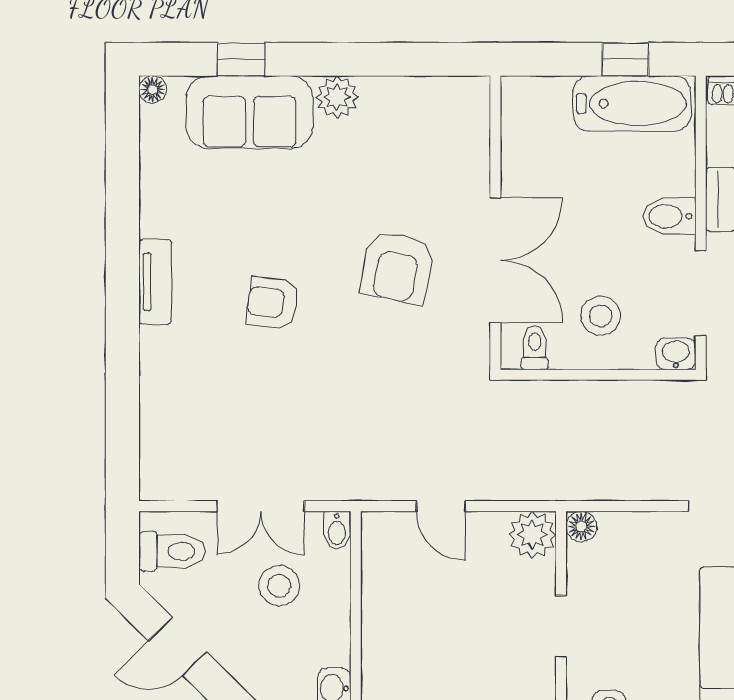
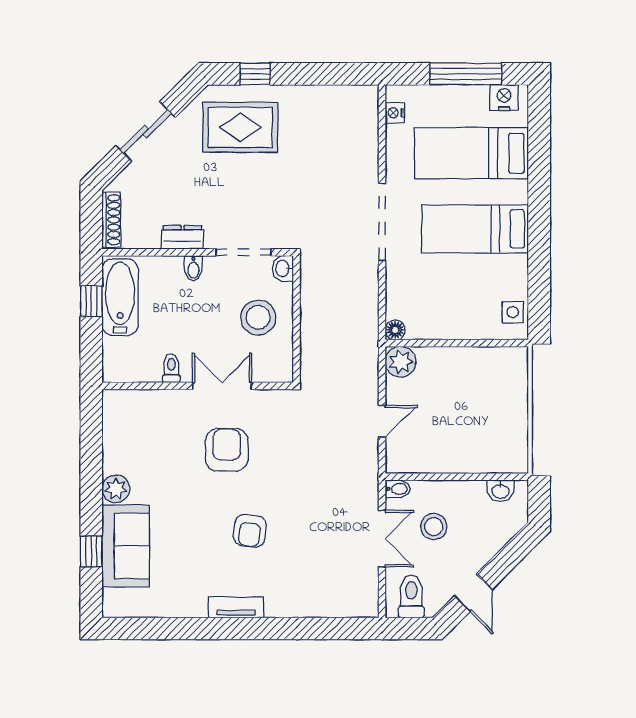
floor lamp: (153, 90) -> (111, 609), removed
bidet: (669, 216) -> (193, 268), width x0.72, depth x0.74
double door: (495, 260) -> (222, 386), width x0.73
armchair: (397, 267) -> (227, 450), turned -101
stool: (601, 316) -> (258, 317), width x1.38, depth x1.38
toilet: (535, 348) -> (171, 368), moved, turned 90
doorway: (561, 626) -> (460, 343), removed

